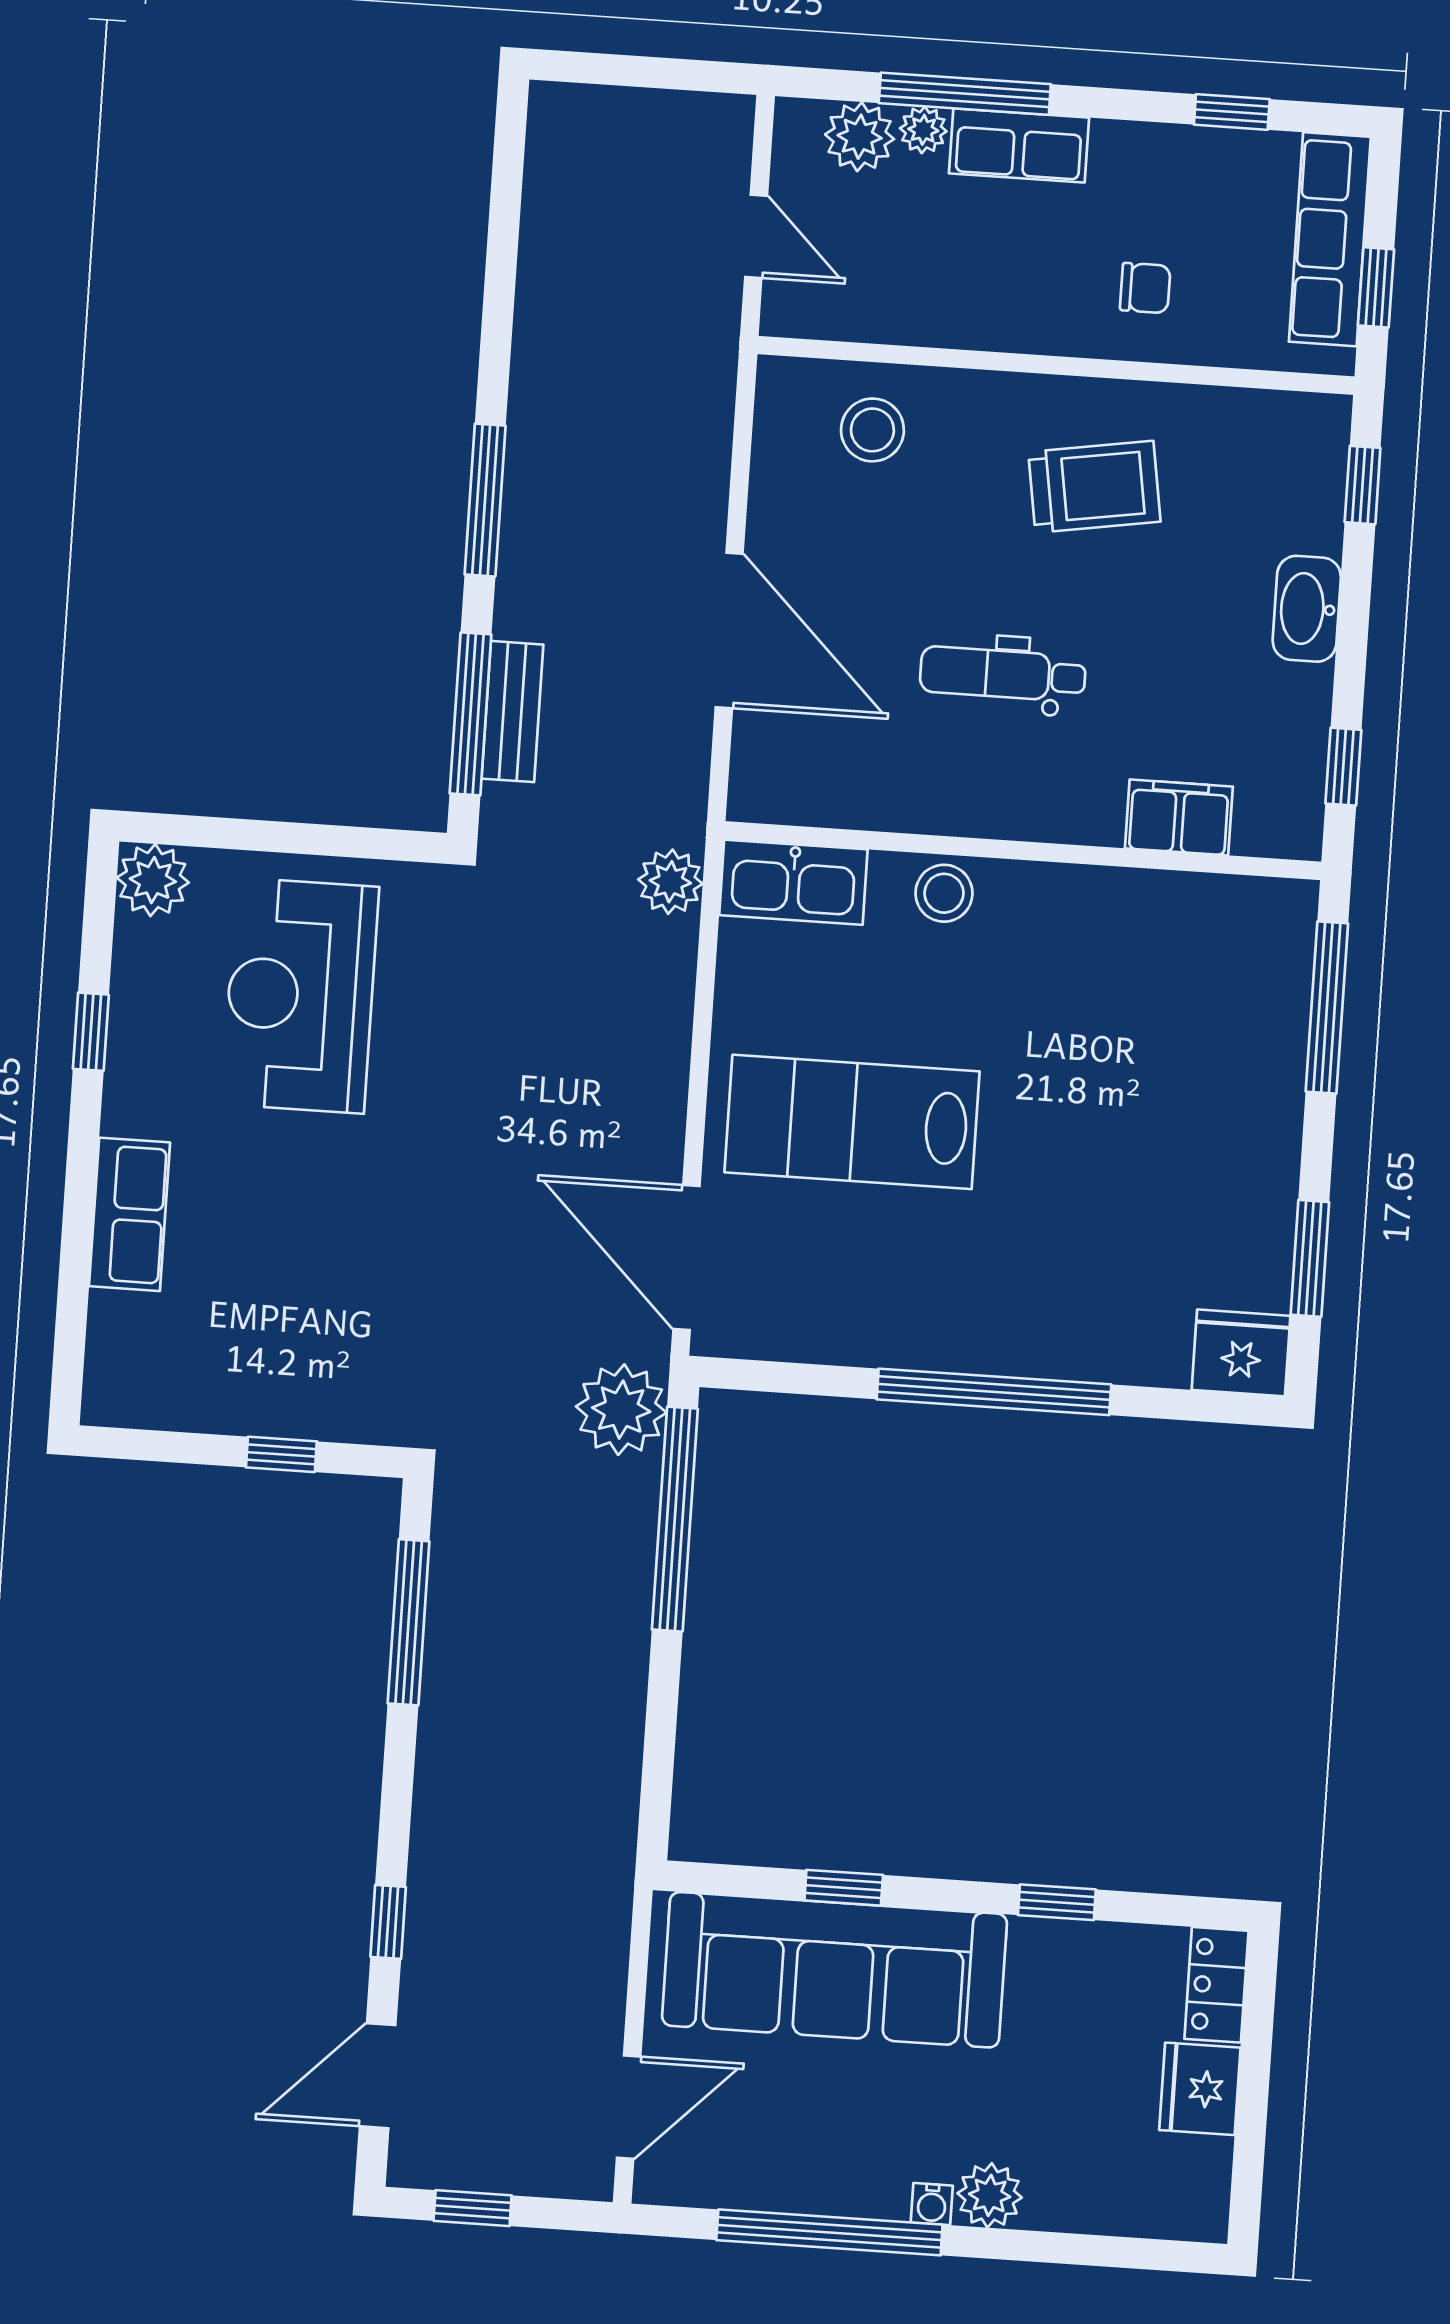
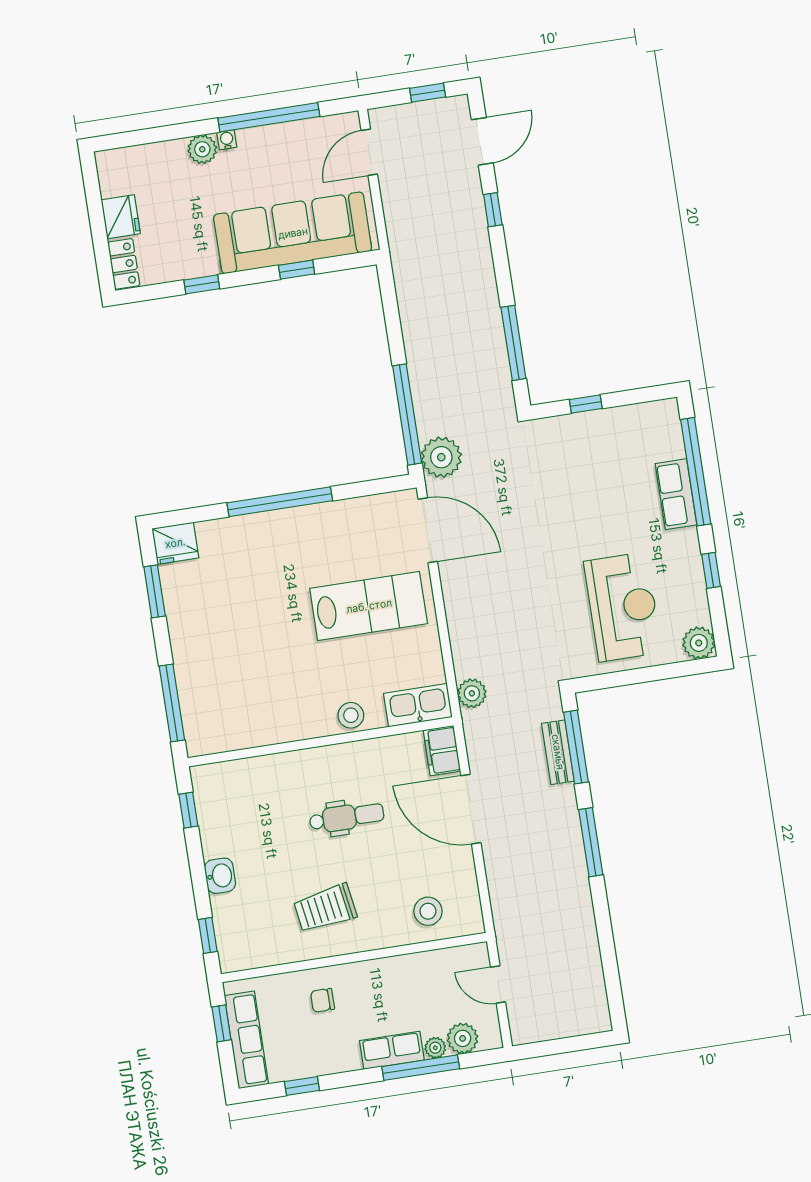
washbasin: (1307, 609) -> (220, 876), width x0.72
filing cabinet: (1179, 817) -> (442, 751), moved, turned 90
window: (76, 1253) -> (696, 472), added

